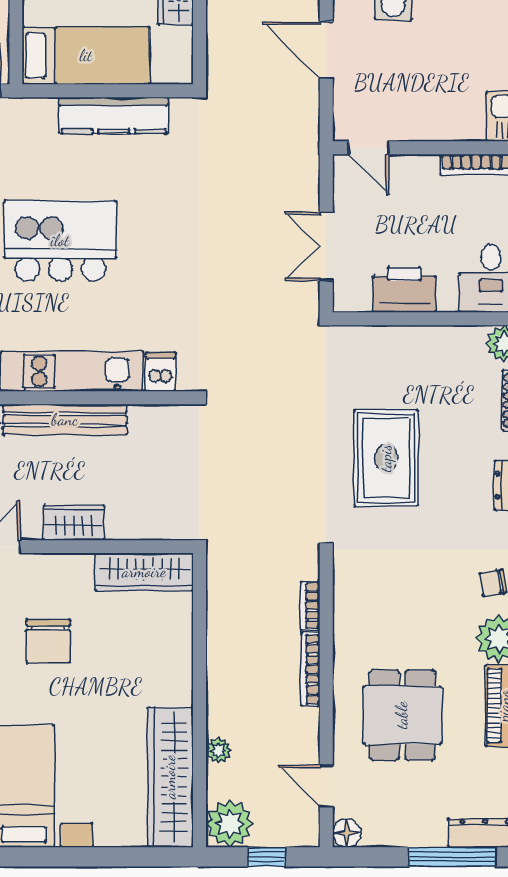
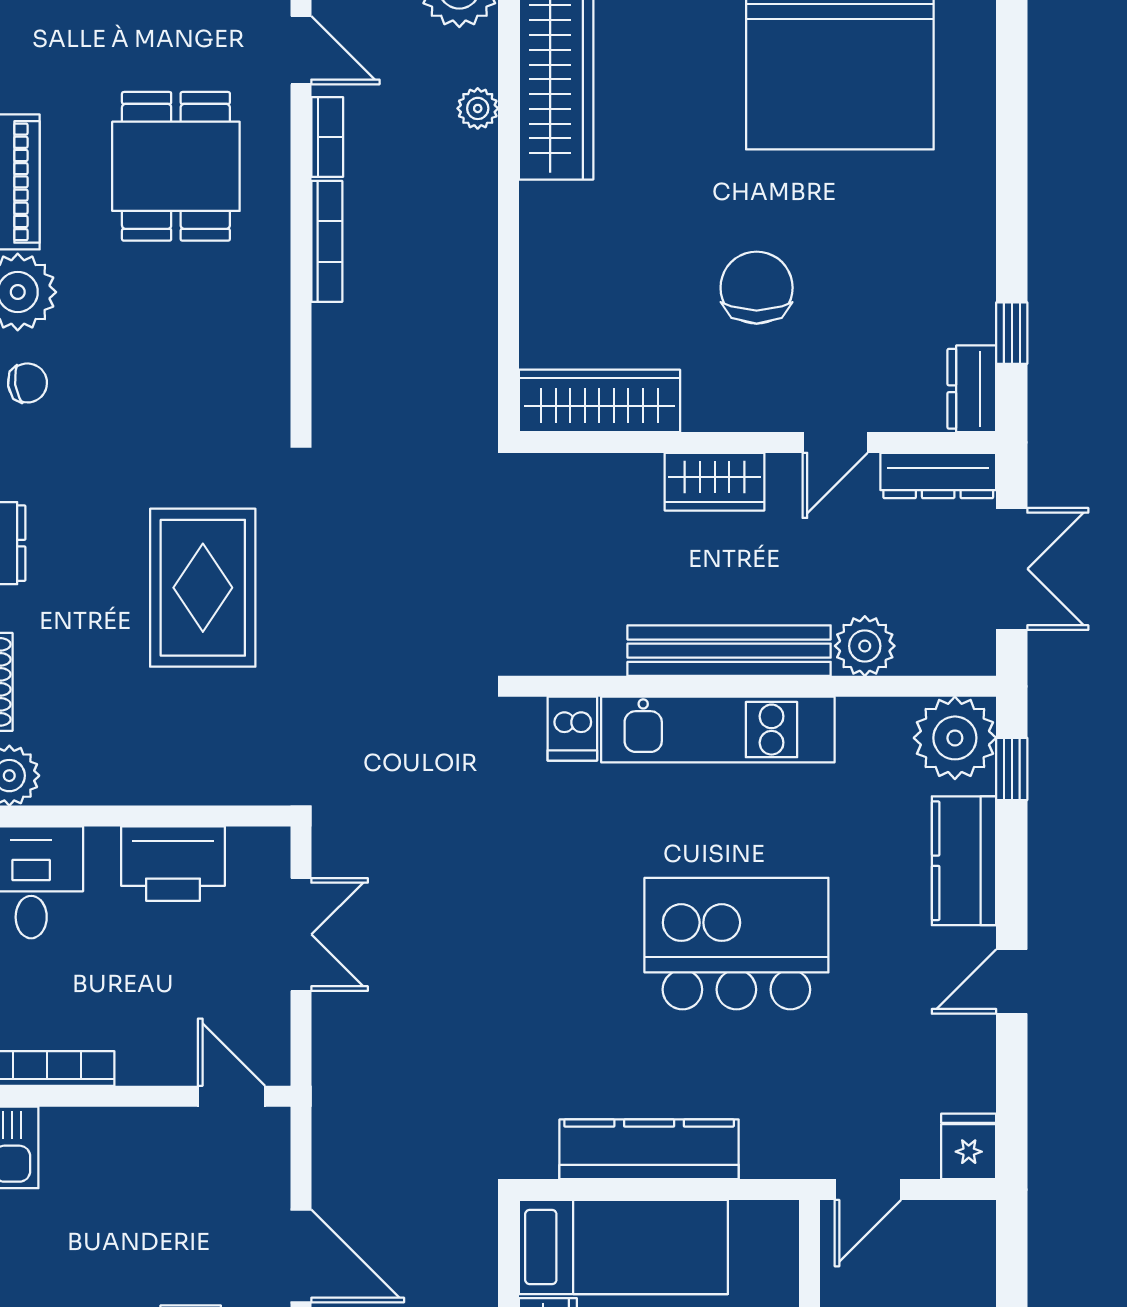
bed: (86, 56) -> (623, 1247), moved, turned 180
kitchen island: (60, 241) -> (736, 944), turned 180
bookcase: (310, 606) -> (327, 137), moved

